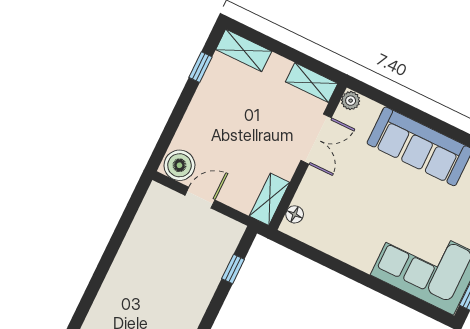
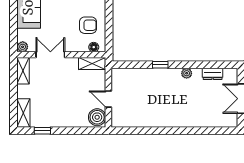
armchair: (334, 222) -> (88, 25), added
window: (233, 269) -> (160, 65), moved

